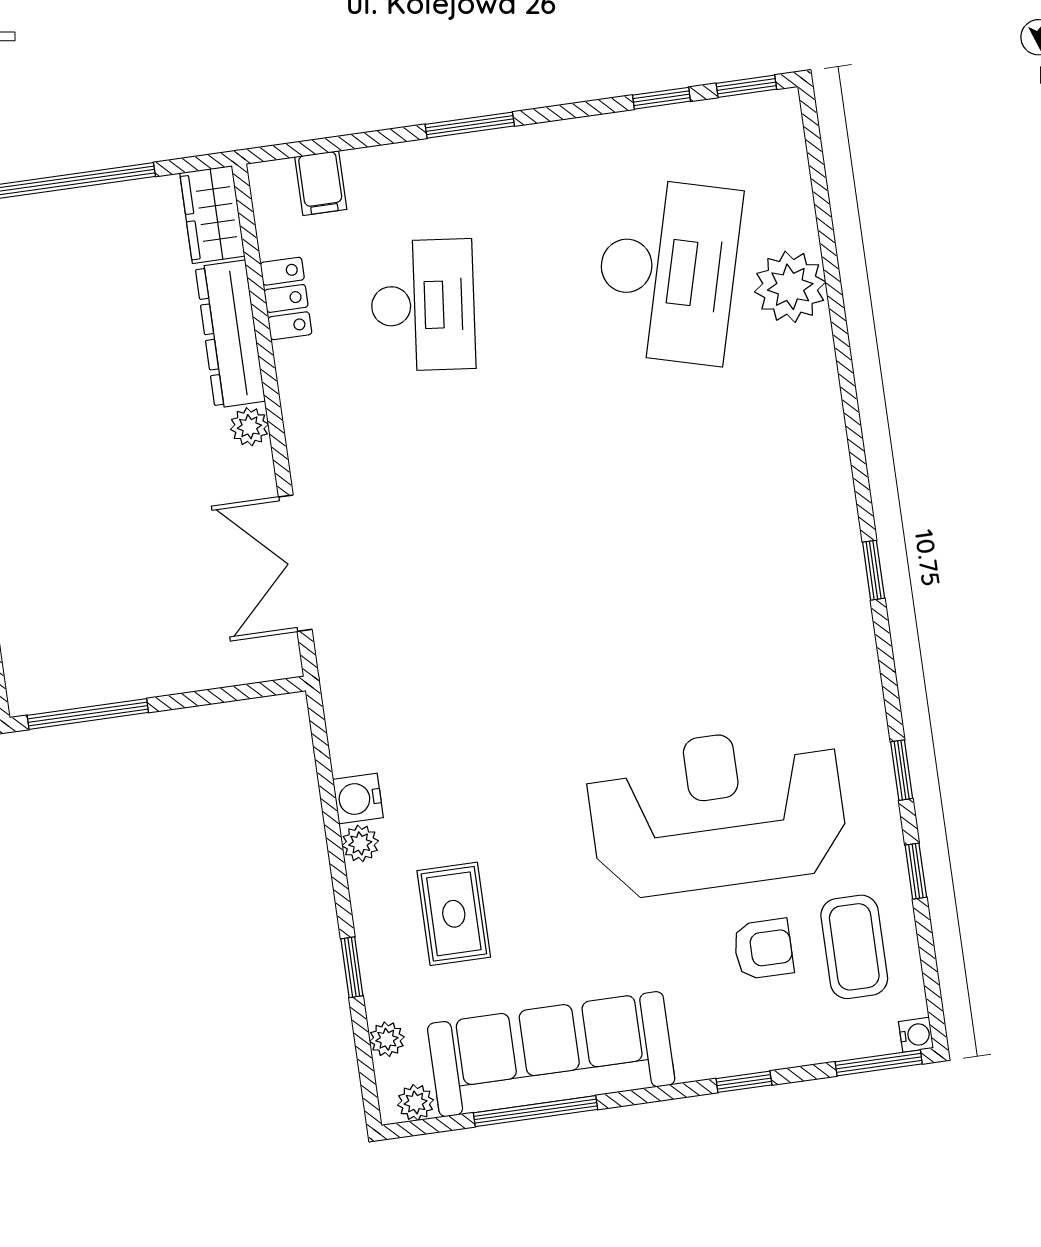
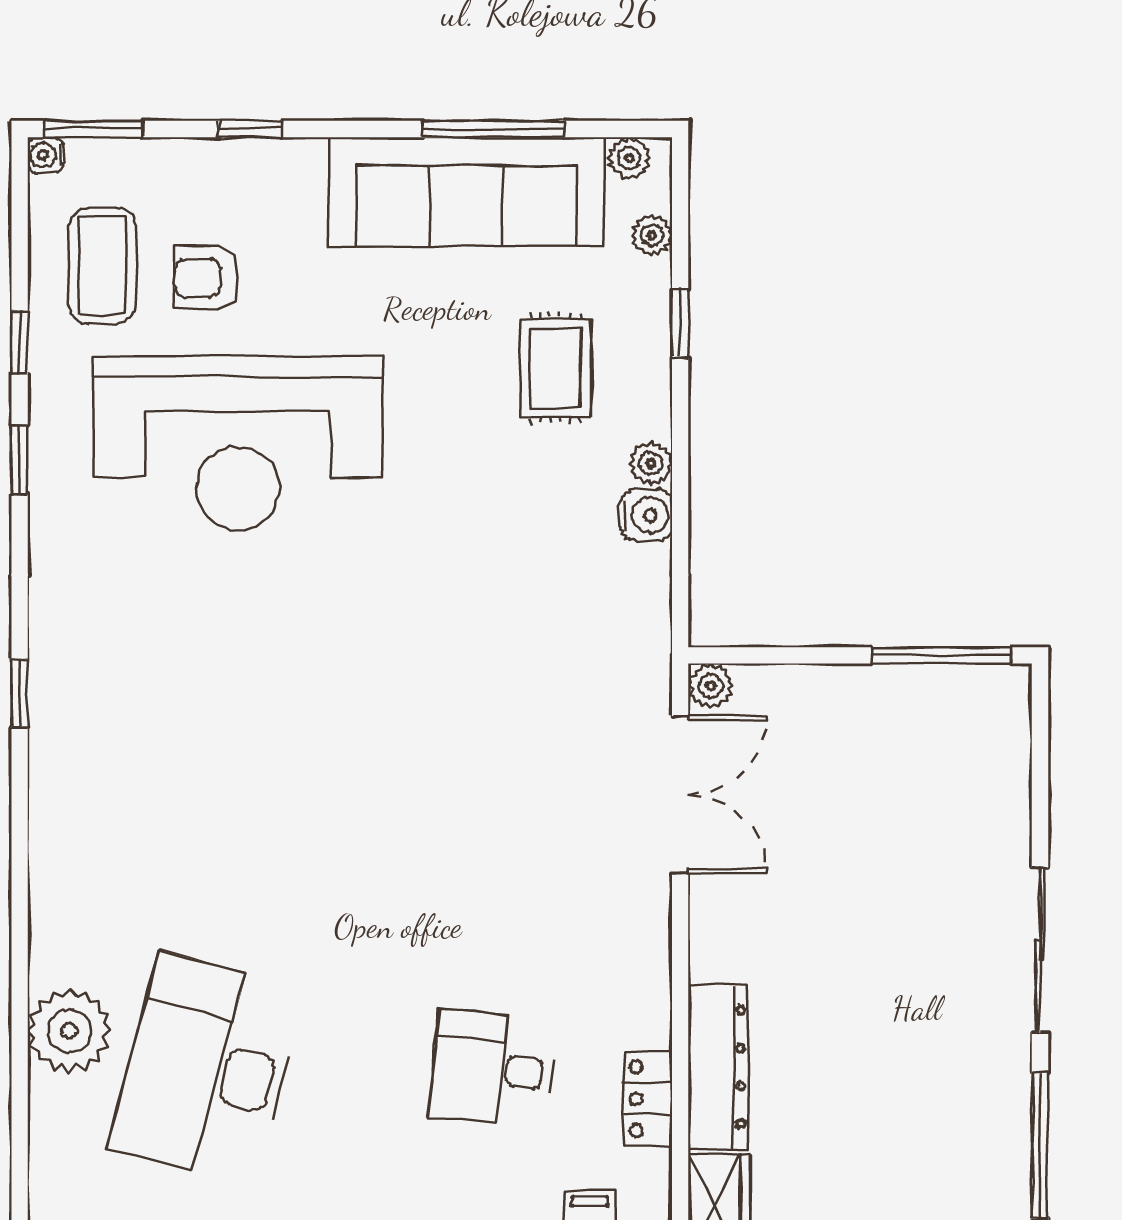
desk: (423, 305) -> (493, 1069), width x0.73
plant: (249, 427) -> (711, 686), moved

